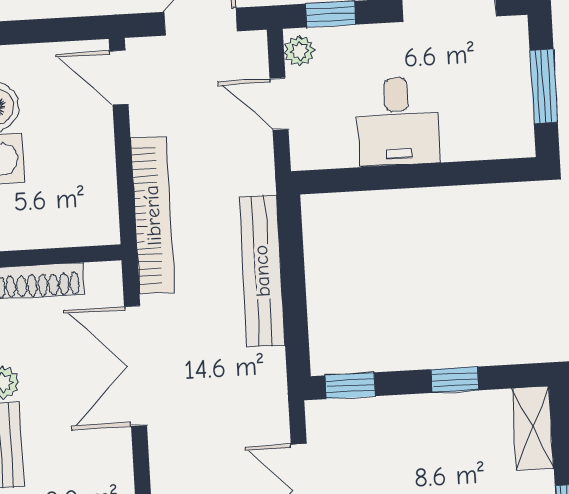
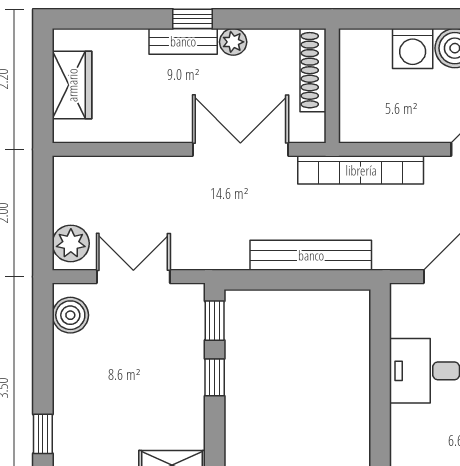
window: (455, 380) -> (215, 377), moved

